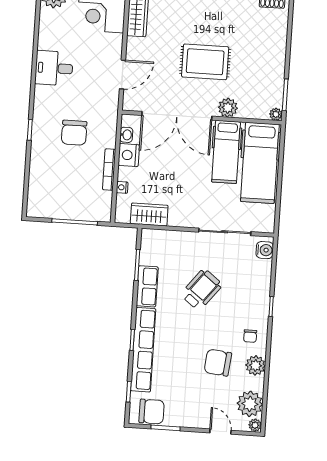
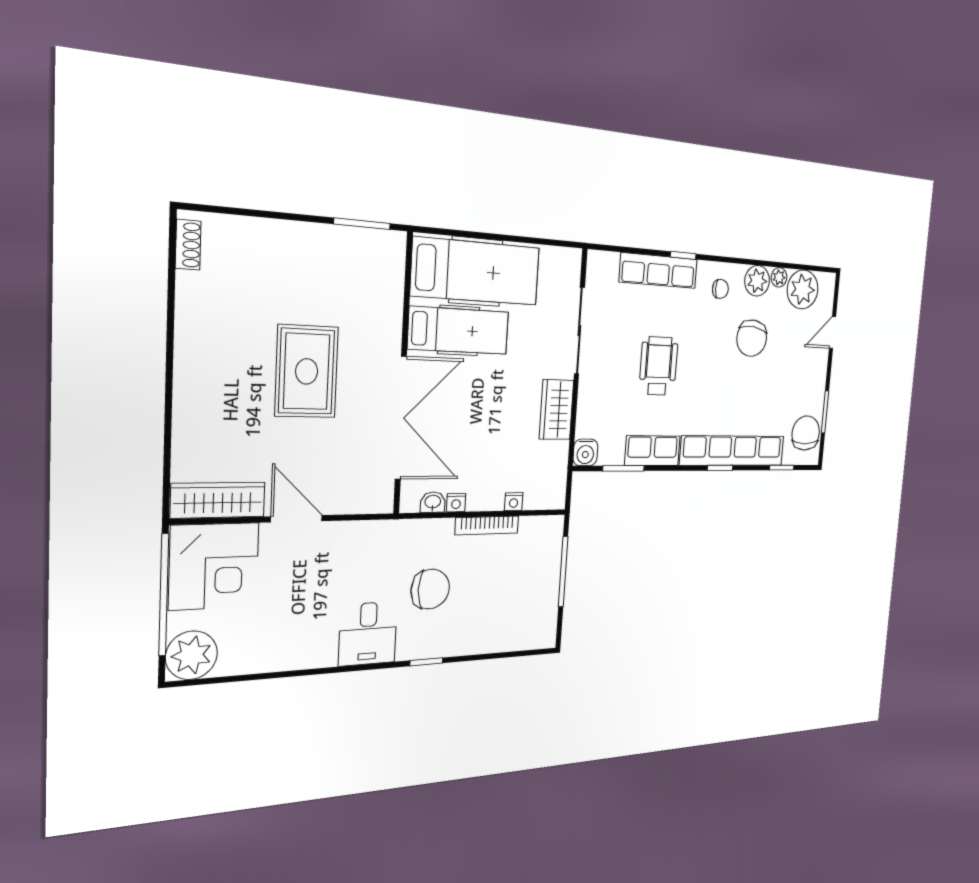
desk: (54, 68) -> (368, 634), moved
door: (122, 75) -> (297, 519), moved
plant: (228, 108) -> (386, 328), removed
plant: (276, 114) -> (396, 242), removed
nightstand: (129, 155) -> (456, 503), width x0.53, depth x0.56
wardrobe: (149, 214) -> (556, 410), moved
water cooler: (265, 250) -> (585, 452), moved, turned 180
row of seats: (261, 288) -> (658, 271), added
wheelchair: (201, 290) -> (658, 366), turned 52
plant: (255, 425) -> (779, 277), moved

